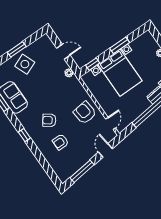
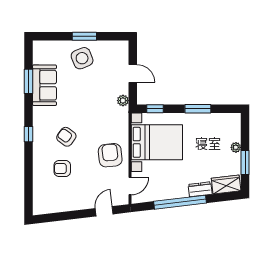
bed with nightstands: (120, 73) -> (157, 142), moved, turned -90
window: (82, 171) -> (63, 216), removed

